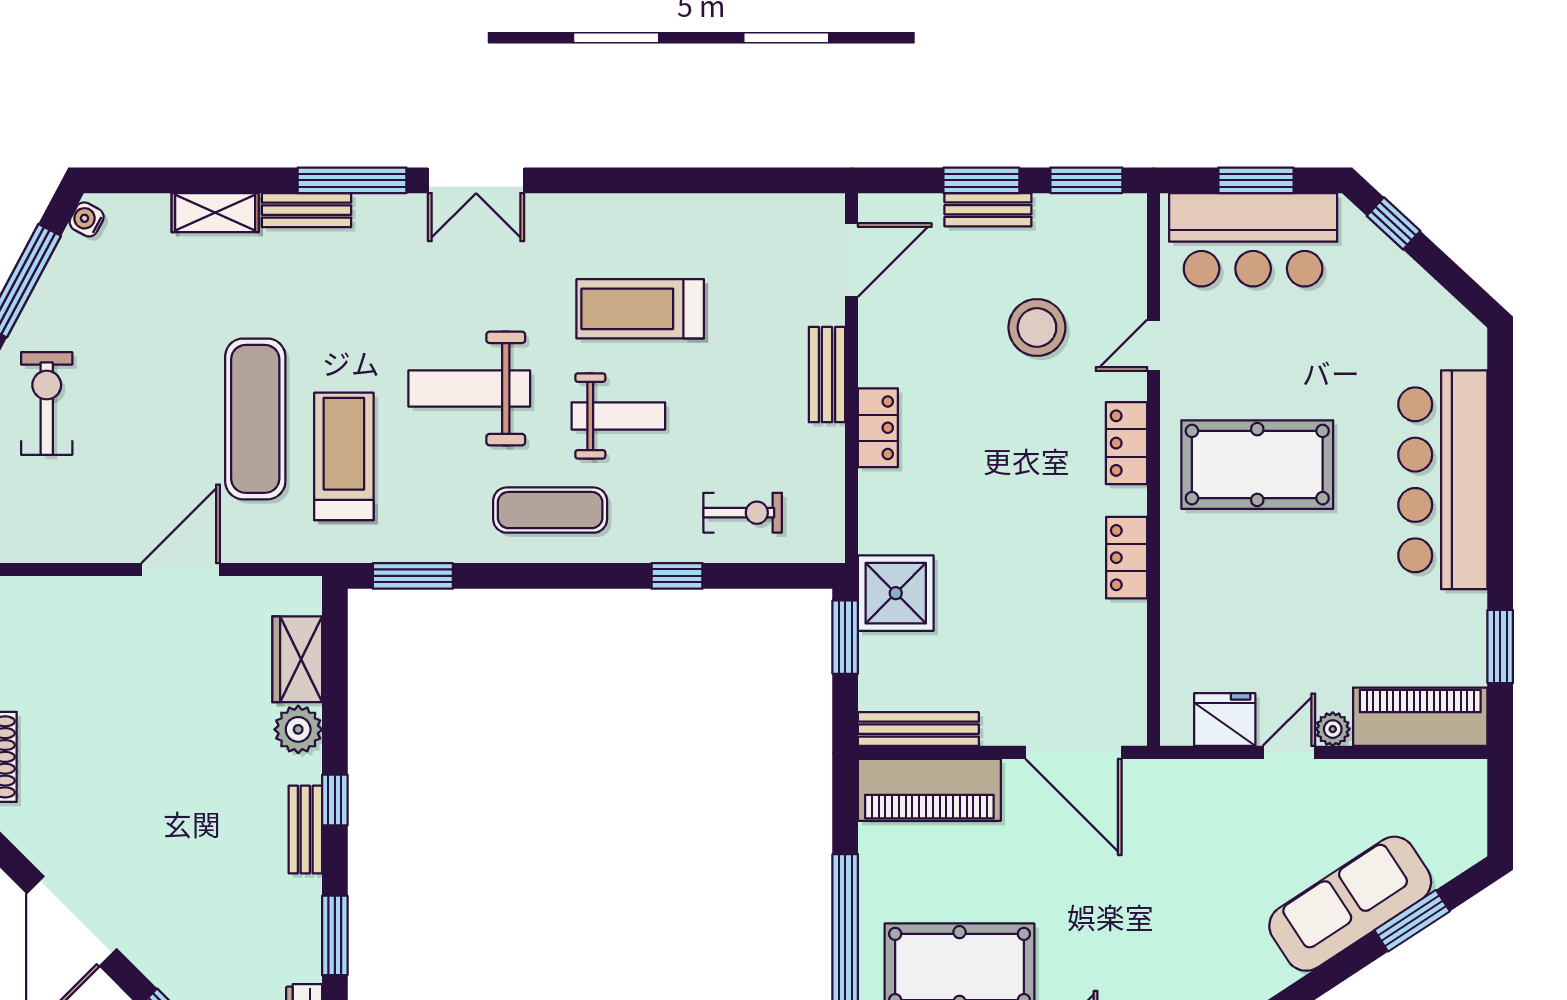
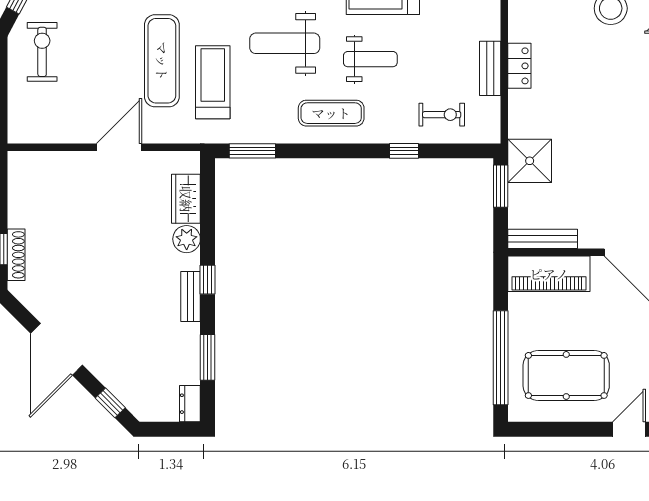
bench: (827, 375) -> (490, 68), moved

